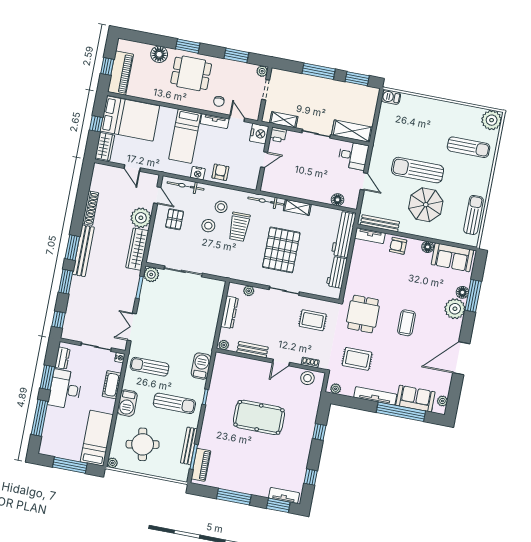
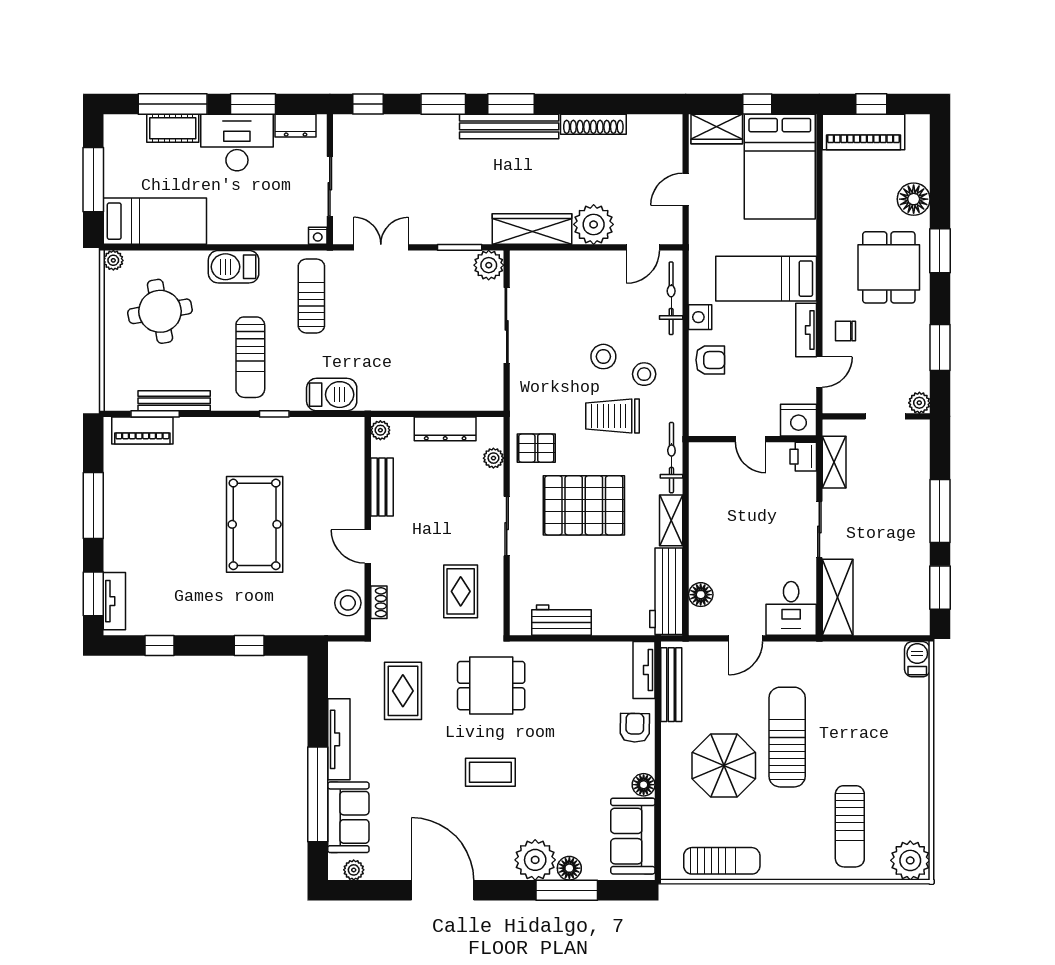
pallet: (175, 219) -> (536, 448), moved
workbench: (344, 234) -> (666, 591), moved, turned -90
cot: (112, 385) -> (173, 128), moved
plant: (336, 389) -> (338, 661), removed

